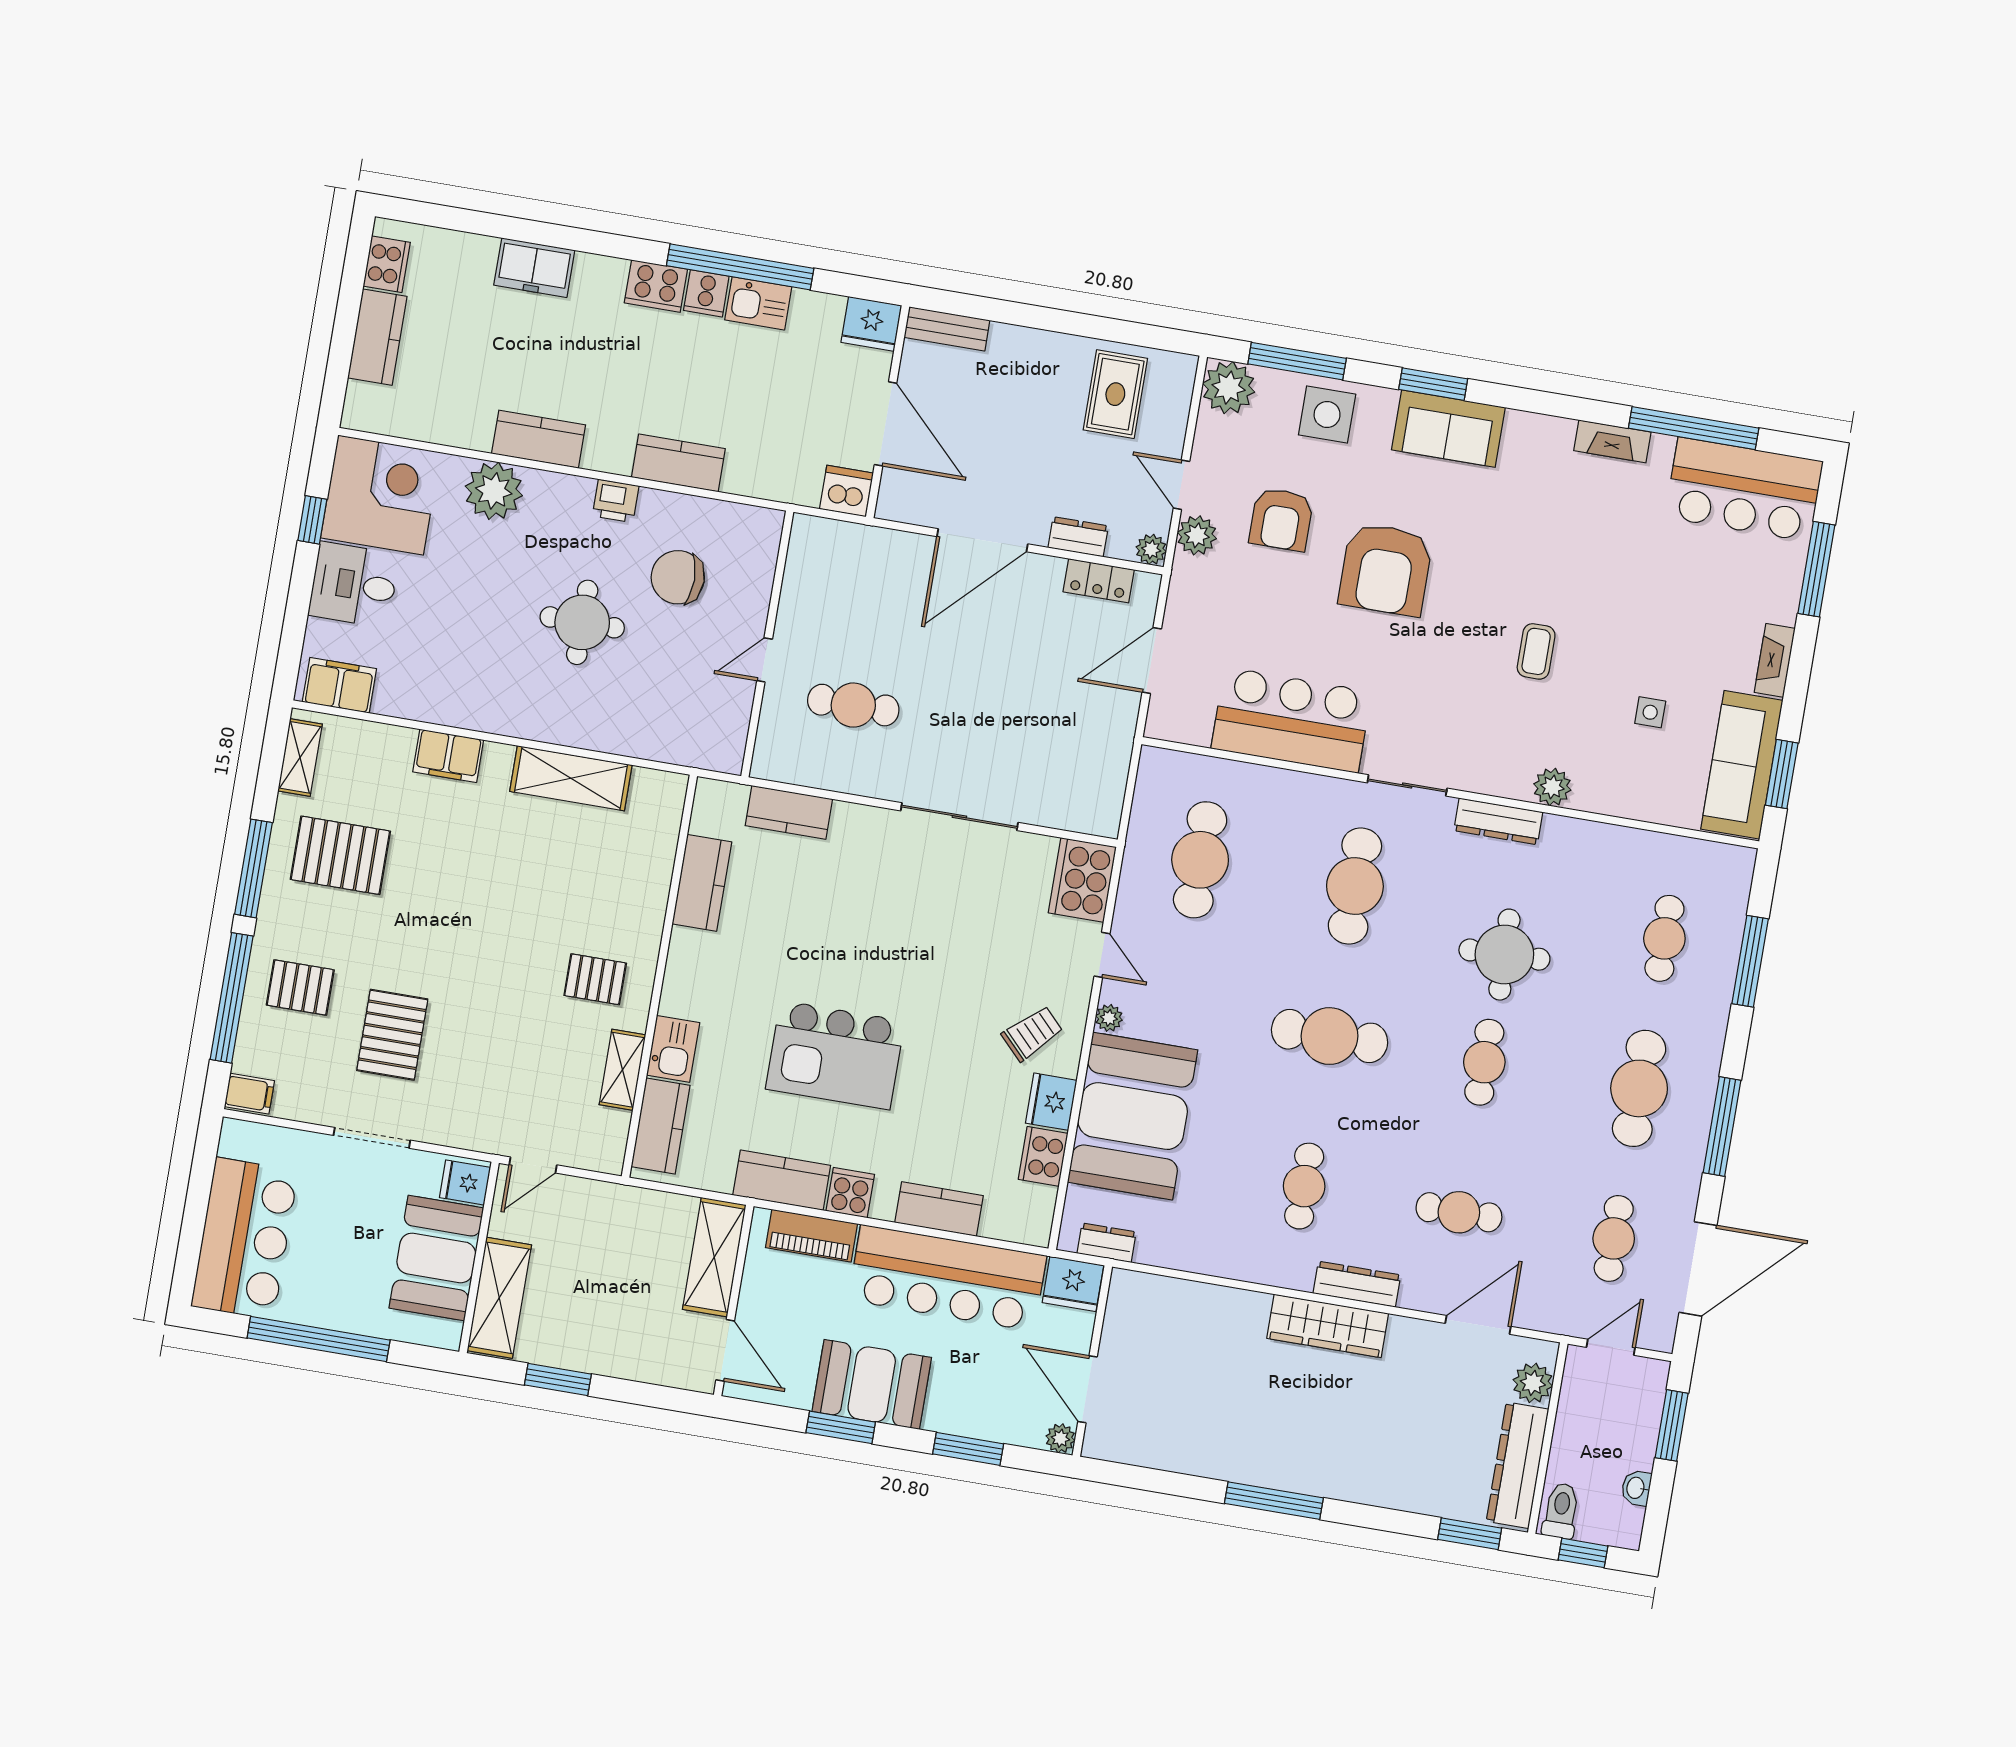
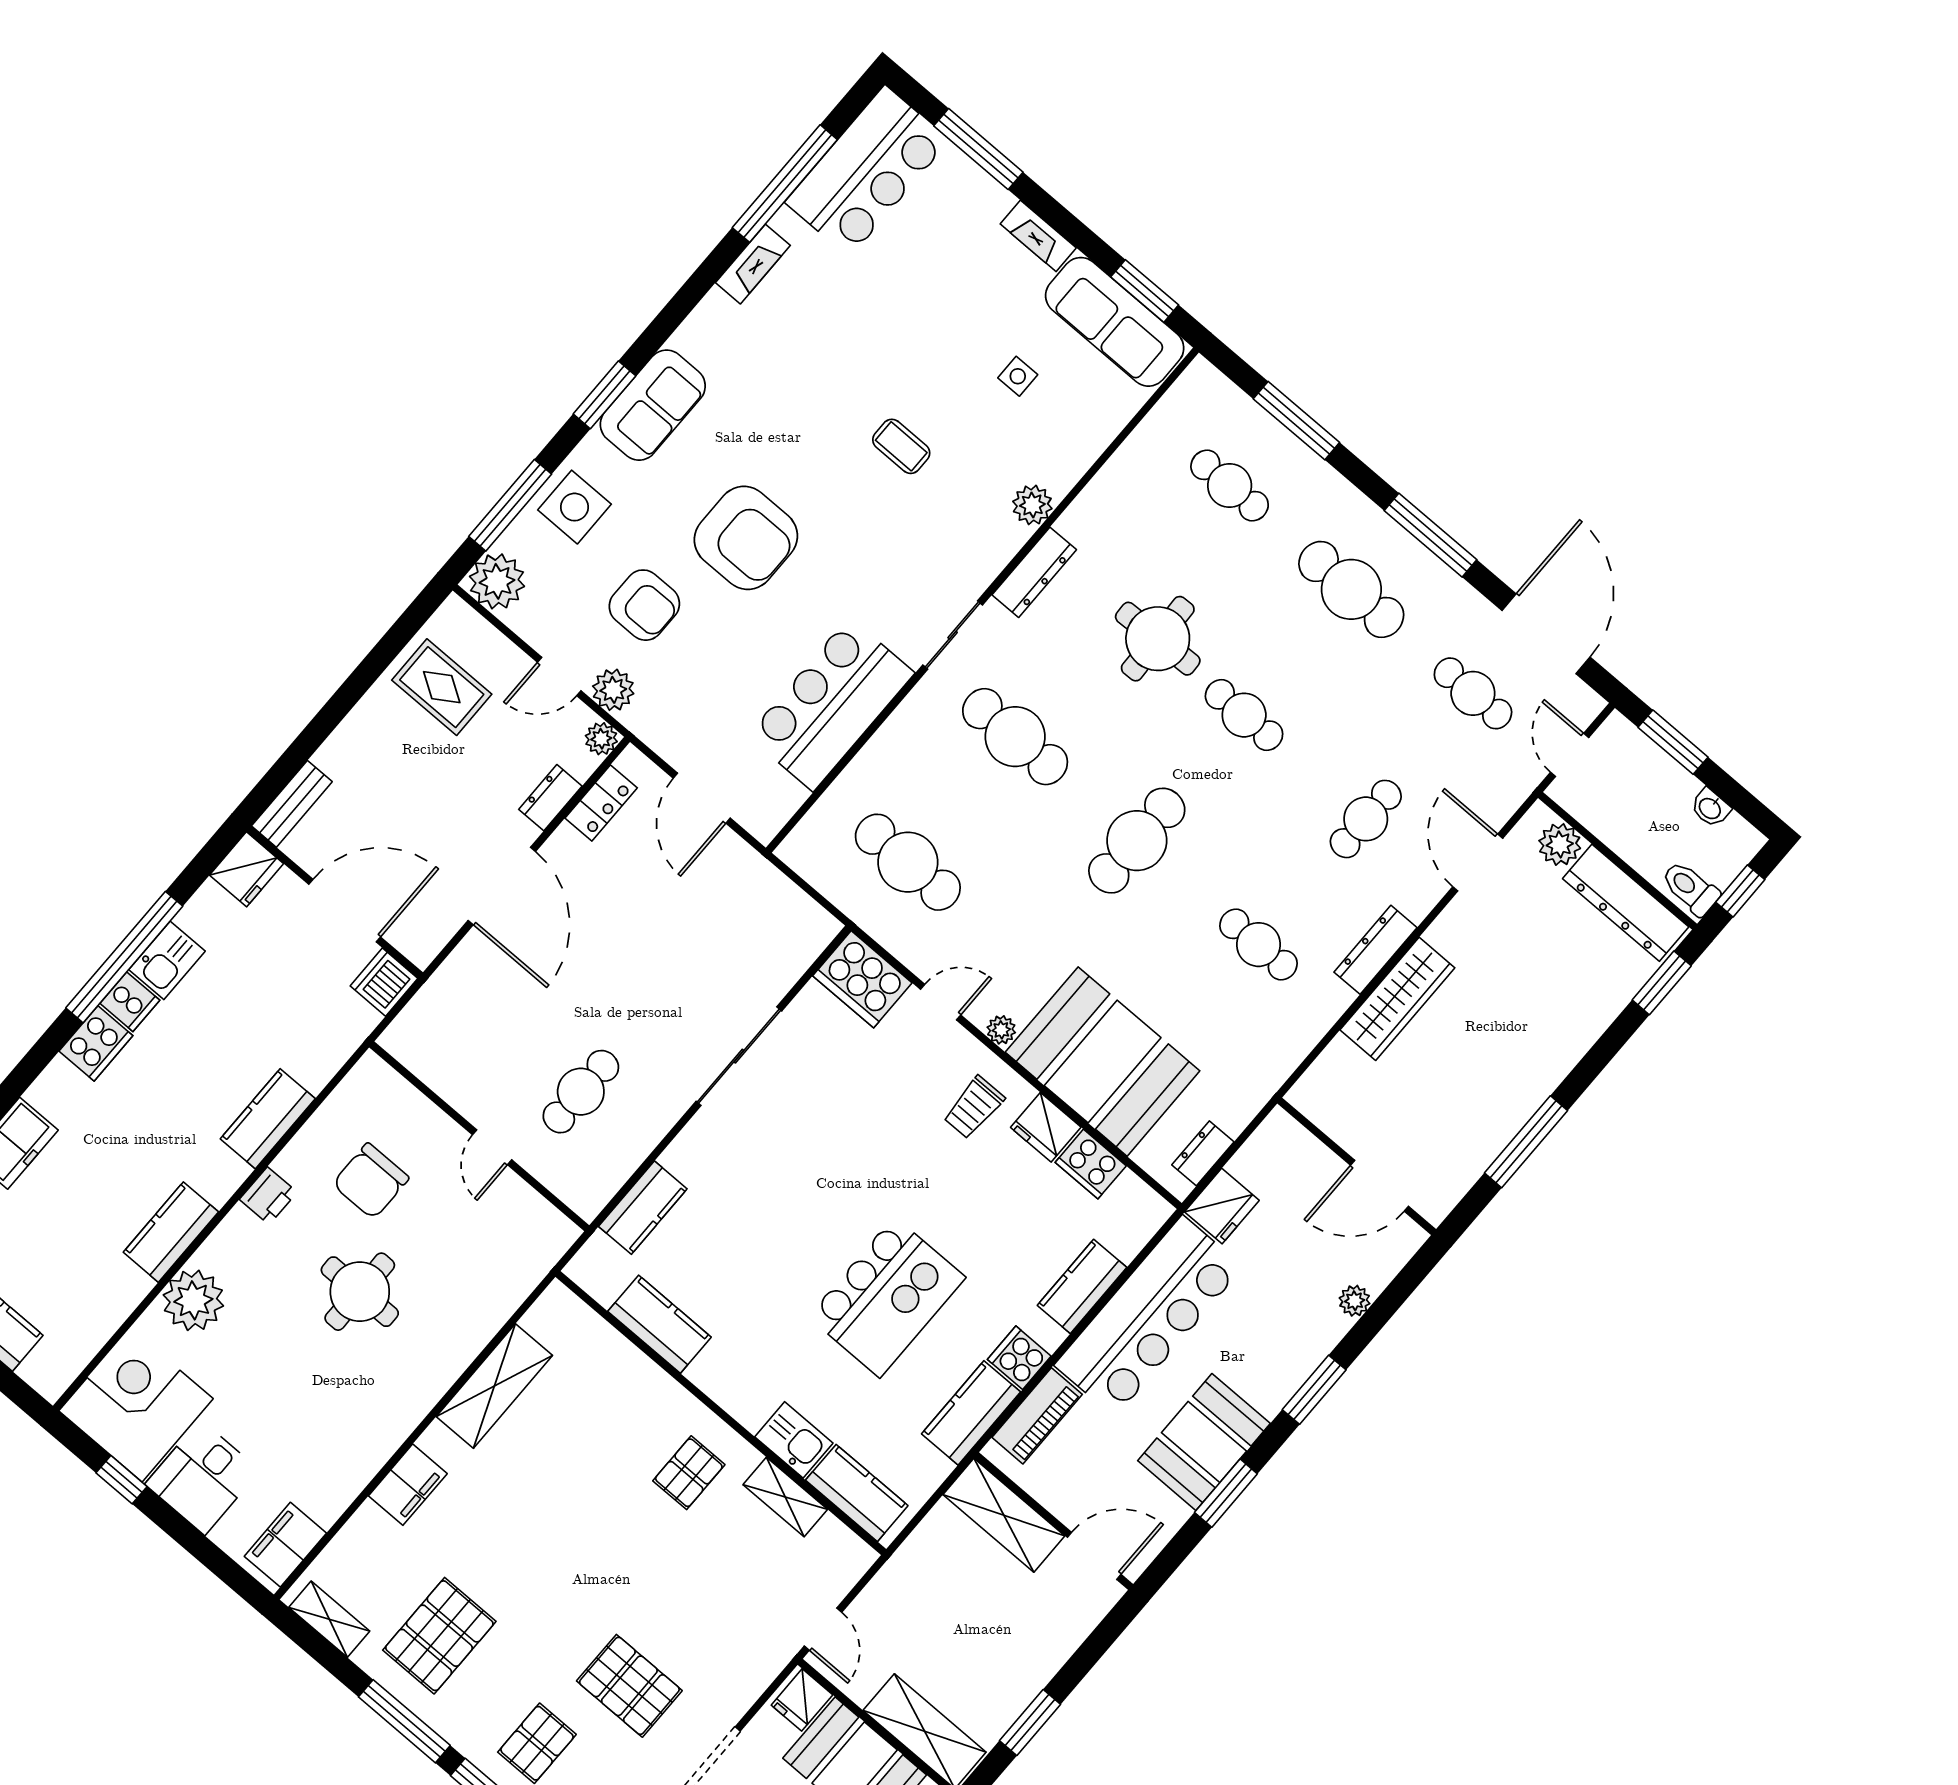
trolley: (1032, 1033) -> (974, 1107), turned -136
wall: (1092, 1361) -> (1357, 1166), moved
door: (1088, 1389) -> (1379, 1186), moved

